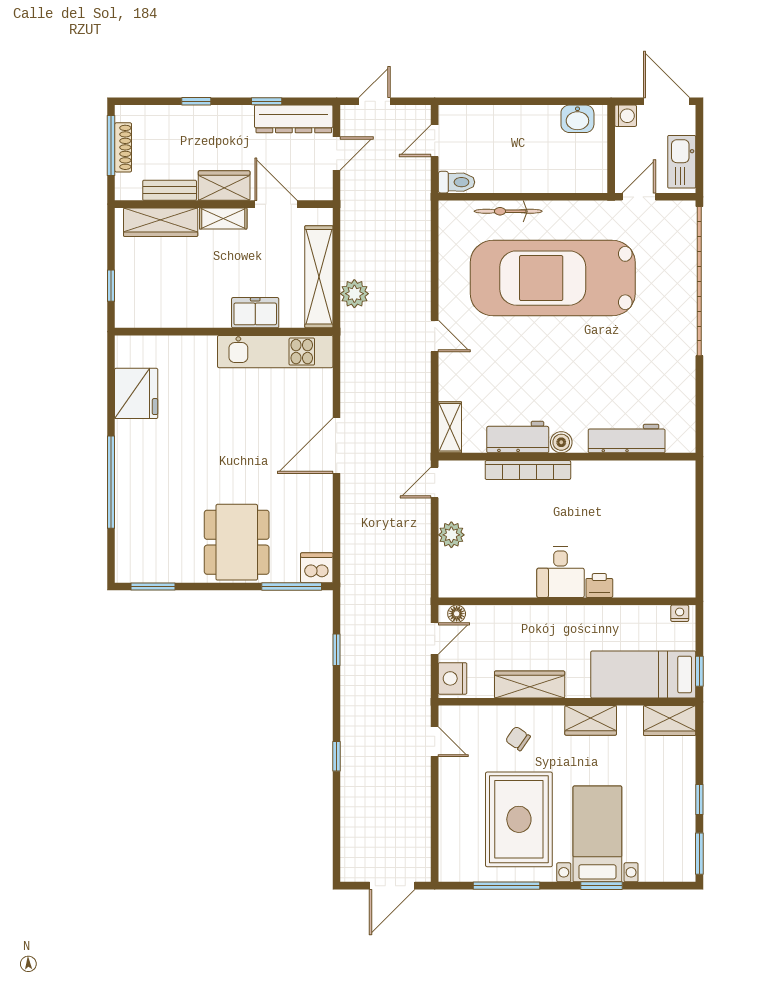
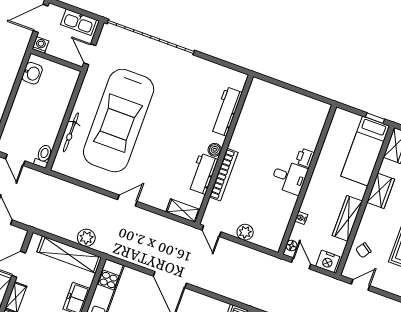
nightstand: (680, 613) -> (301, 218), moved
chair: (518, 739) -> (363, 250), moved

